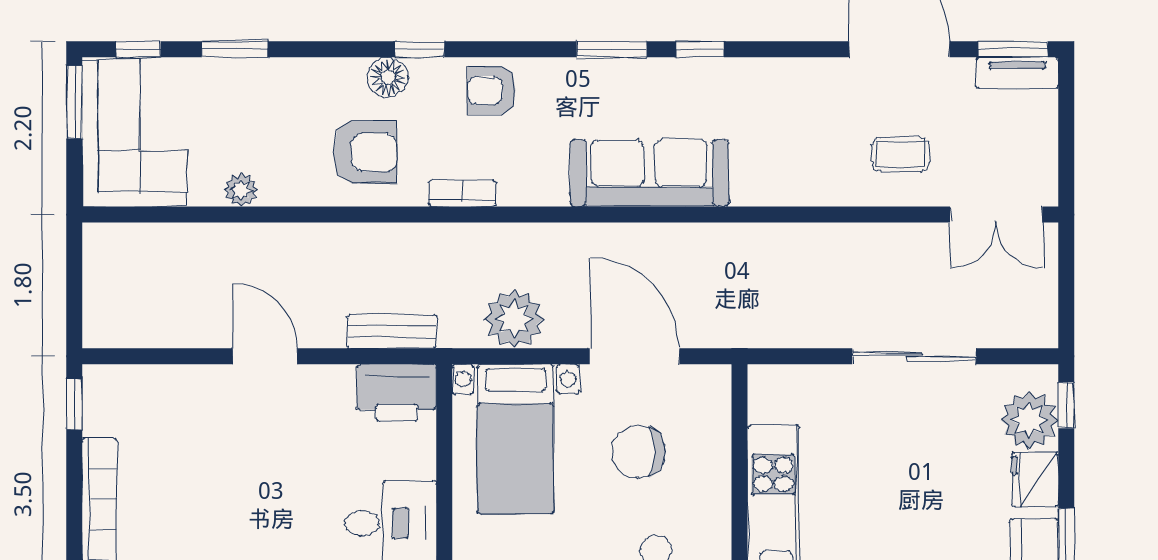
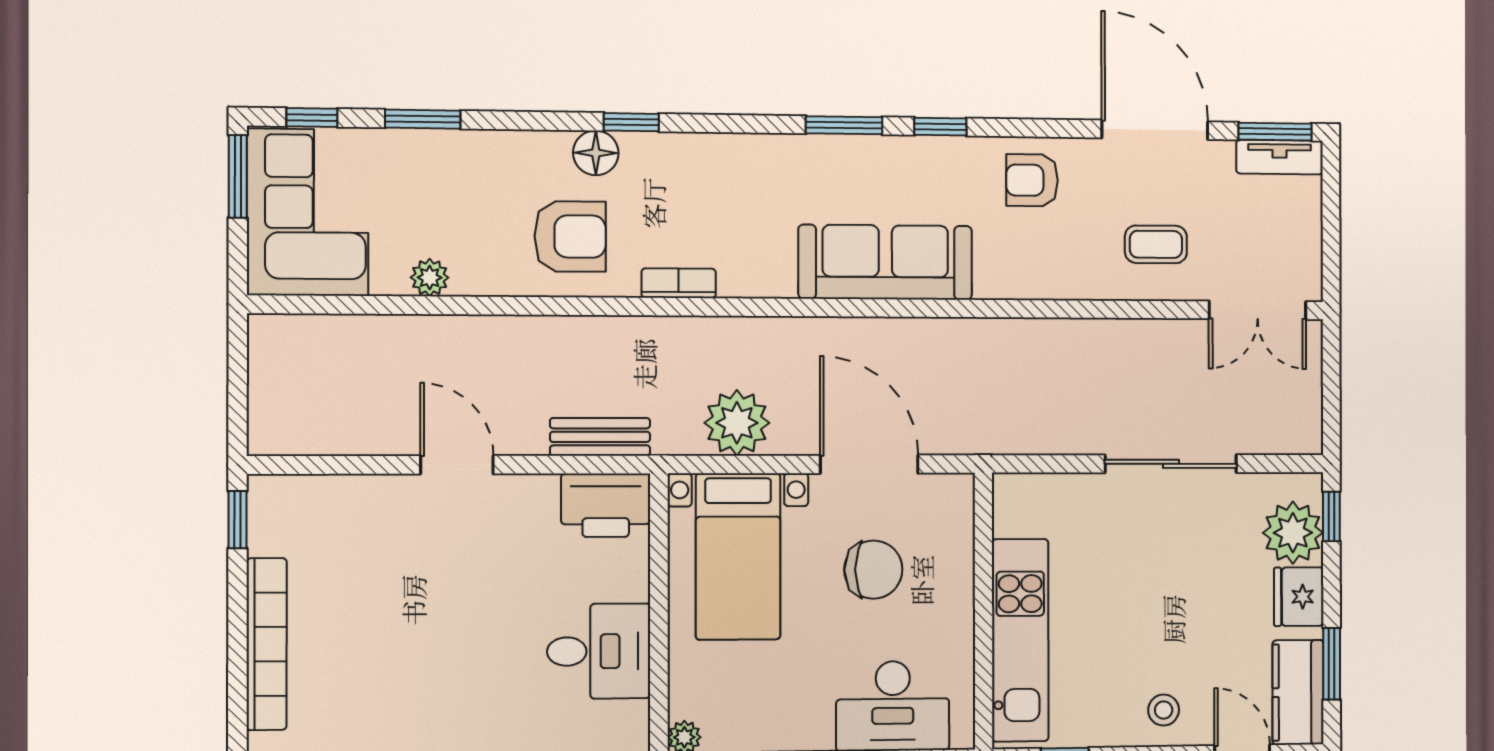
armchair: (492, 90) -> (1032, 180), moved
chair: (638, 452) -> (873, 570), turned 180

